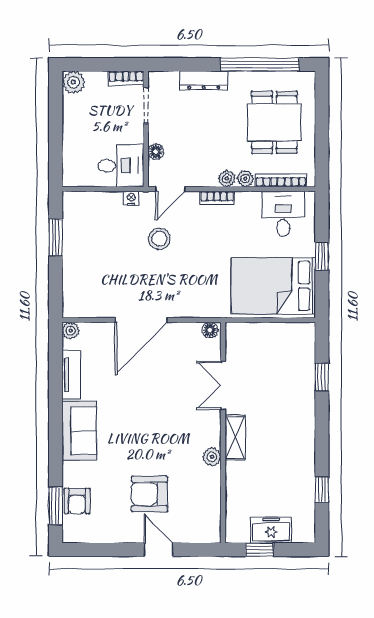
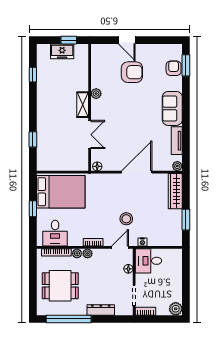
dining table: (274, 122) -> (60, 286), turned 90
wardrobe: (74, 287) -> (175, 191), added

